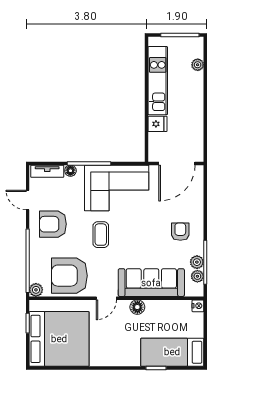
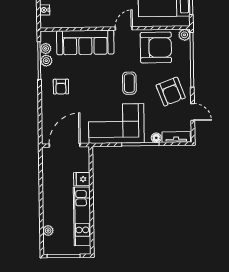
armchair: (53, 224) -> (171, 92), turned 69
nightstand: (198, 306) -> (45, 10), moved
floor lamp: (137, 307) -> (97, 21), removed

